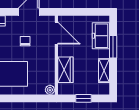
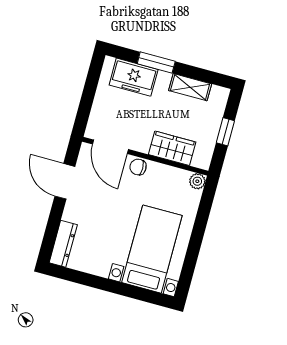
door: (56, 33) -> (110, 147), swing flipped
chair: (25, 41) -> (138, 167), moved

